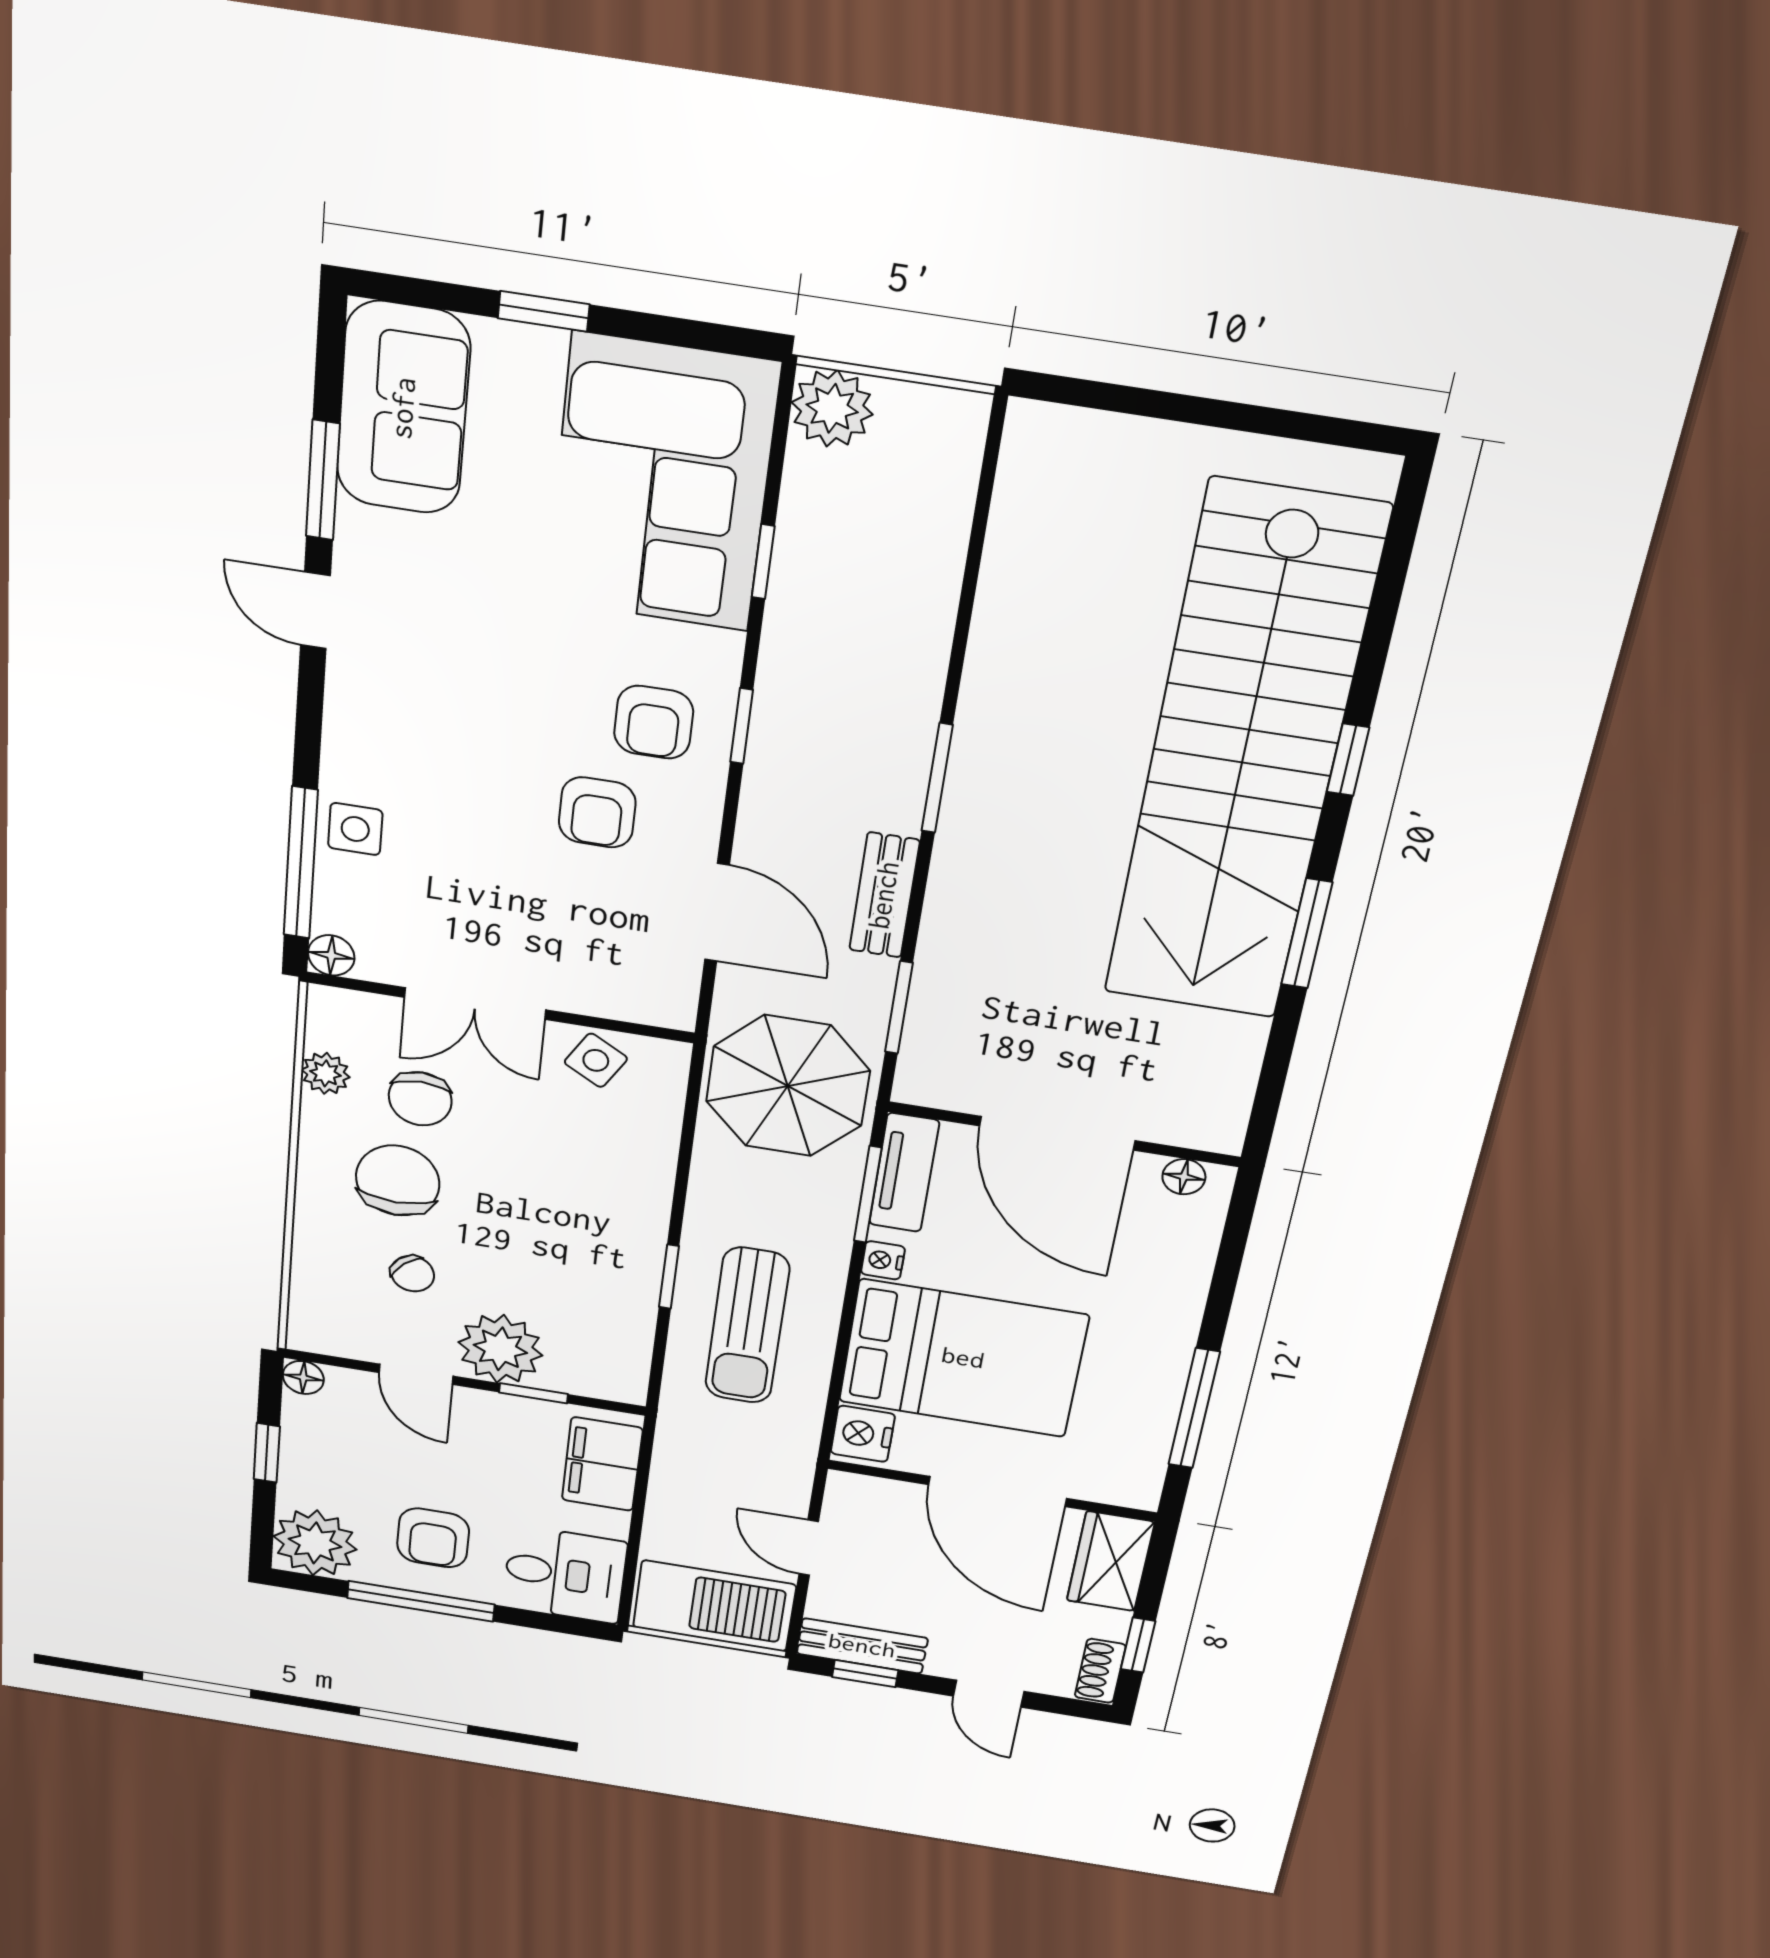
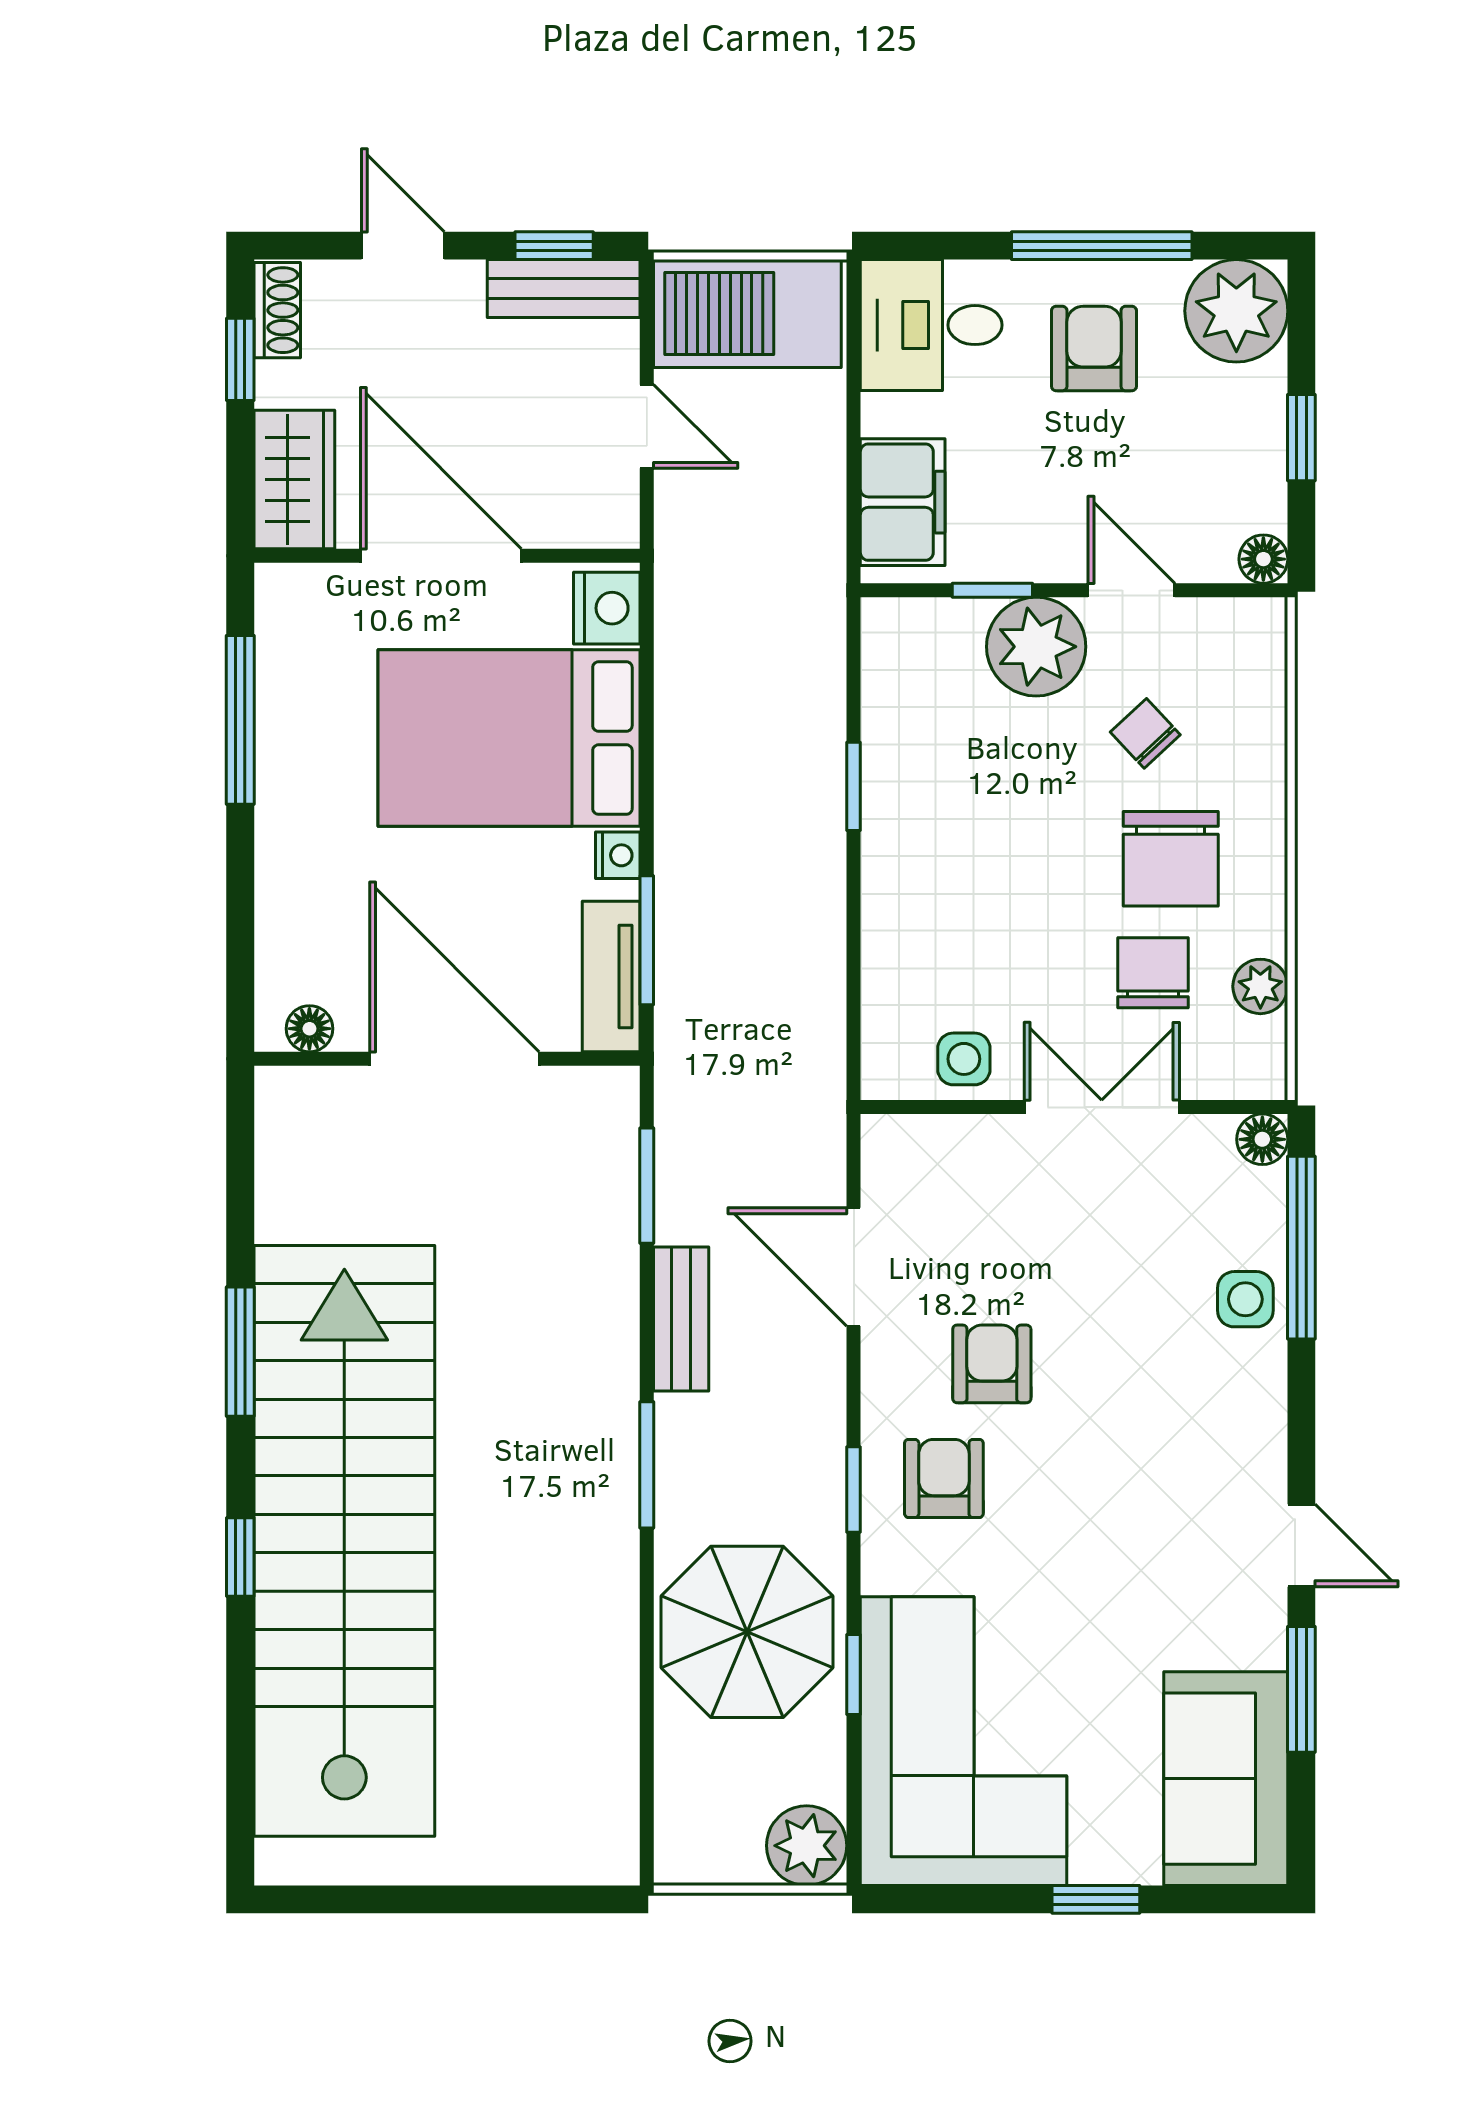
side table: (596, 1060) -> (964, 1059), turned -30
parasol: (788, 1086) -> (747, 1632), moved
sun lounger: (747, 1326) -> (758, 735), removed

